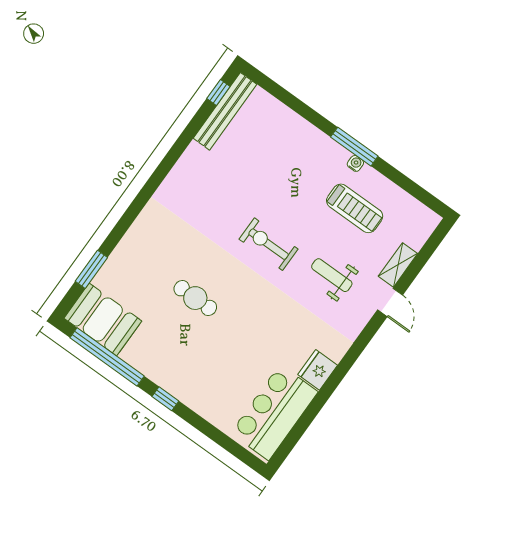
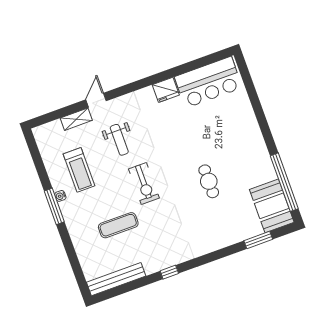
window: (218, 93) -> (169, 272), moved
exercise mat: (265, 175) -> (118, 225), added
treadmill: (355, 208) -> (79, 170), turned 180
window: (165, 399) -> (267, 134), removed

